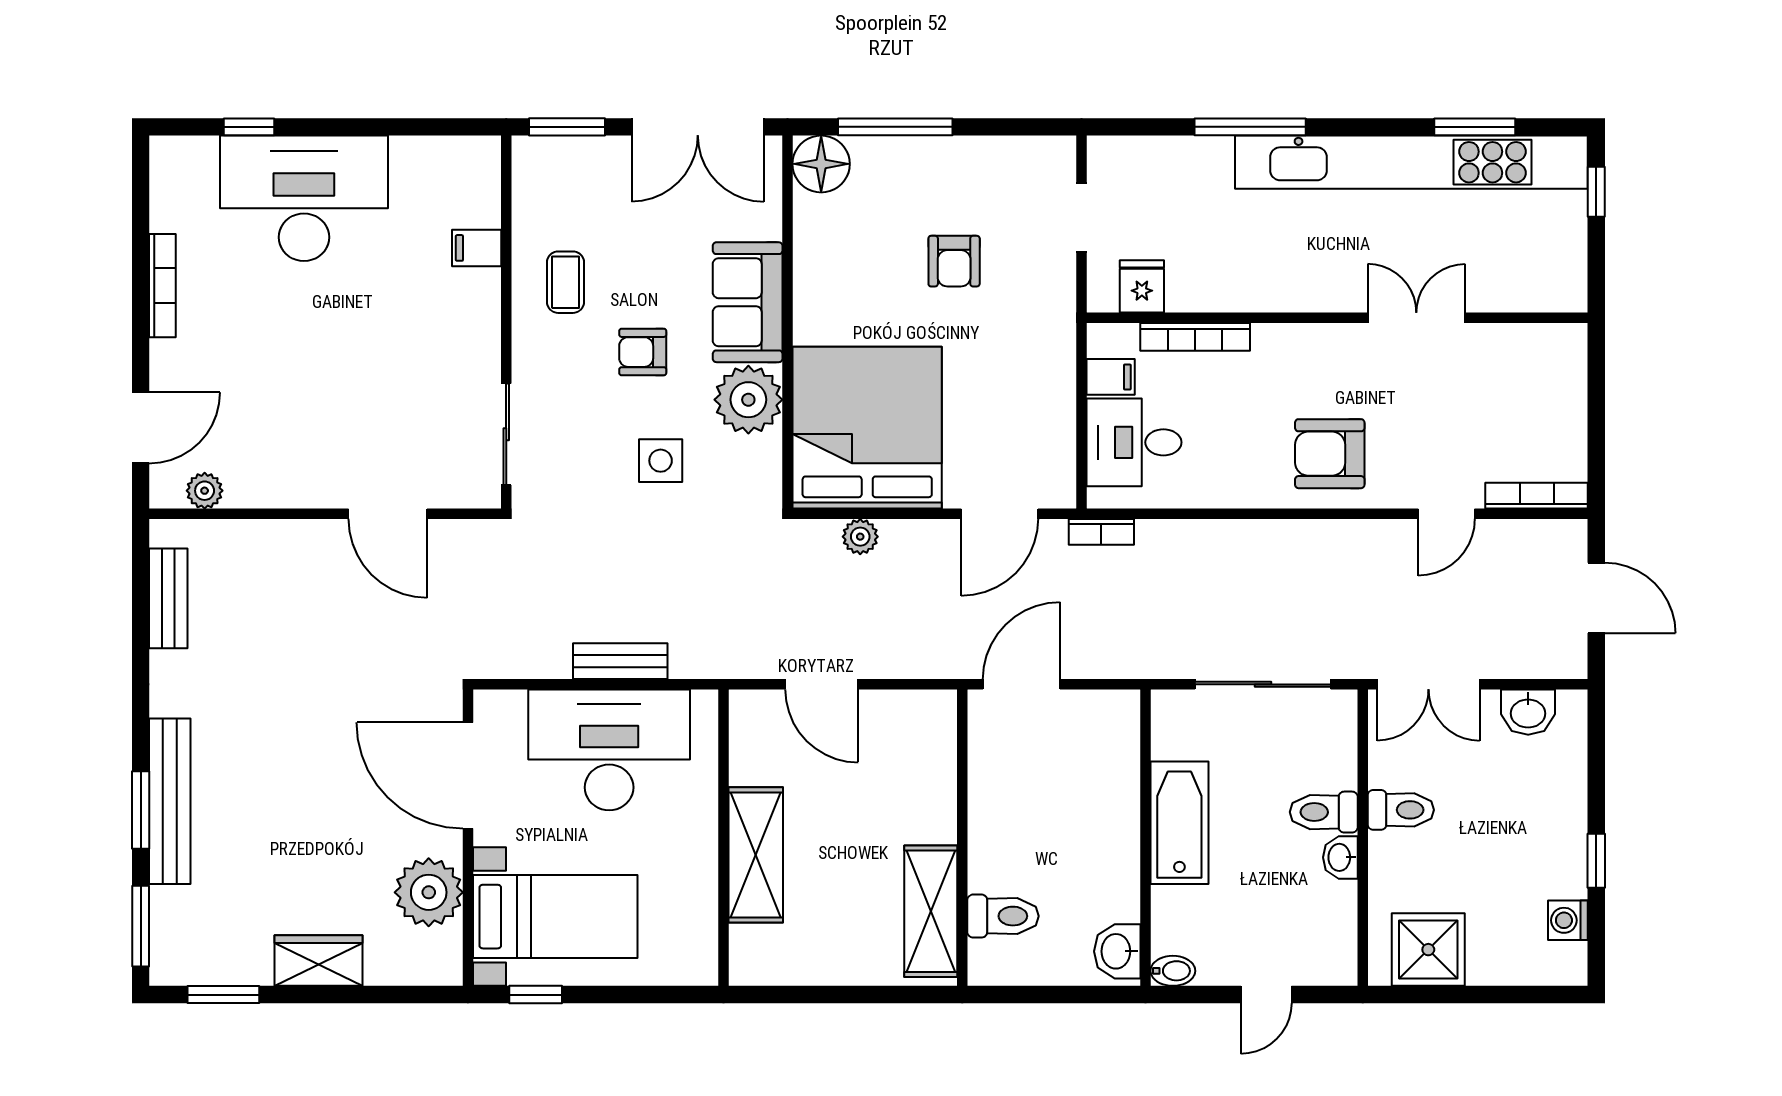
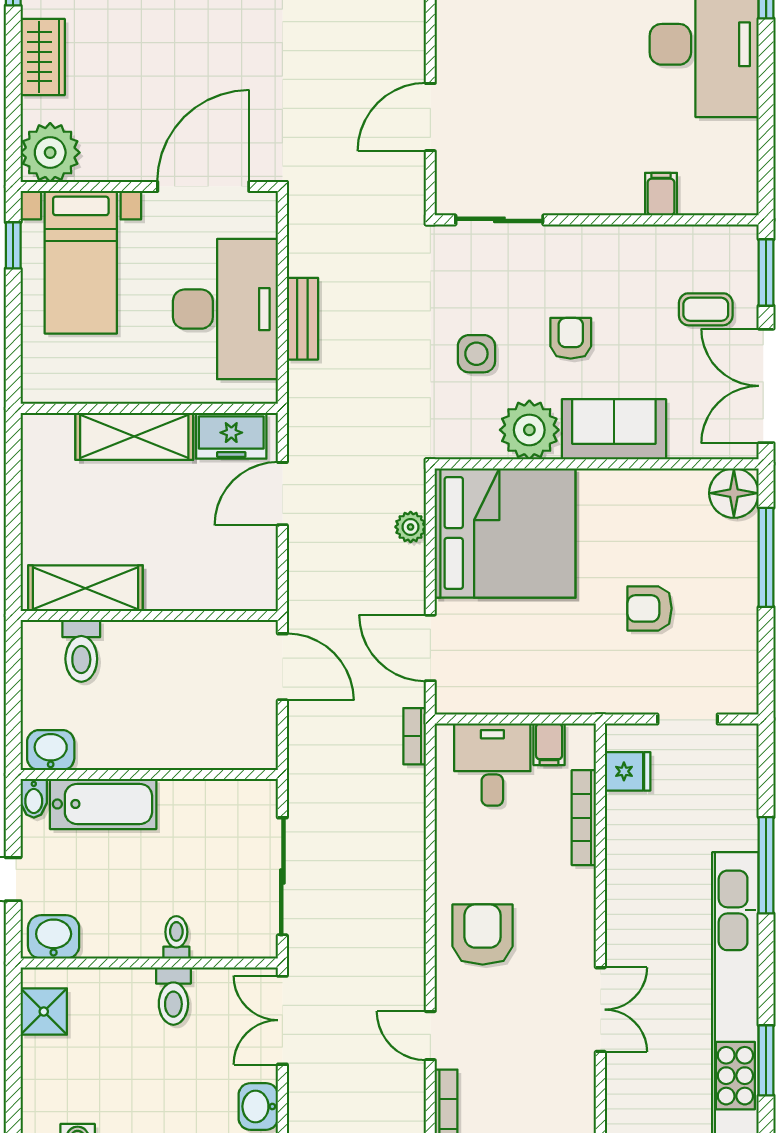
coffee table: (565, 282) -> (706, 309), moved
freezer: (755, 743) -> (231, 436), added
toilet: (1324, 812) -> (176, 937), width x0.73, depth x0.72
bathtub: (1179, 823) -> (103, 804), moved
washbasin: (1340, 857) -> (54, 937), moved, width x1.38, depth x1.45
plant: (429, 892) -> (50, 153), moved
shower: (1428, 950) -> (44, 1012), width x0.73, depth x0.73

